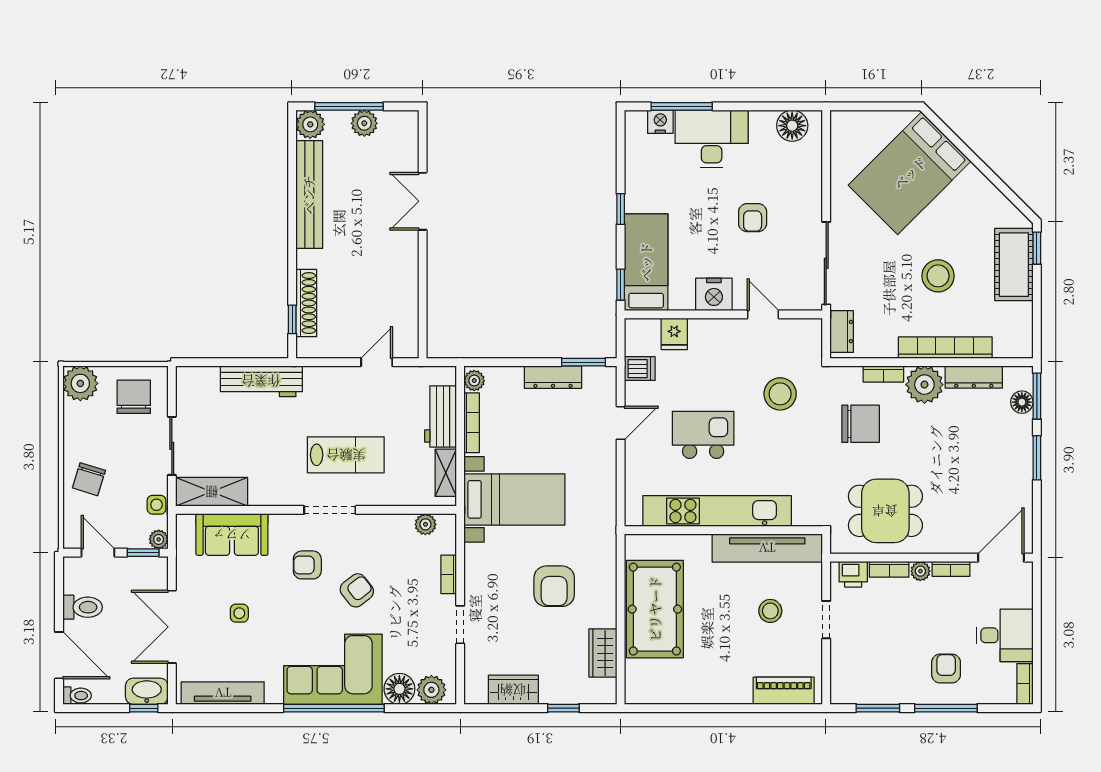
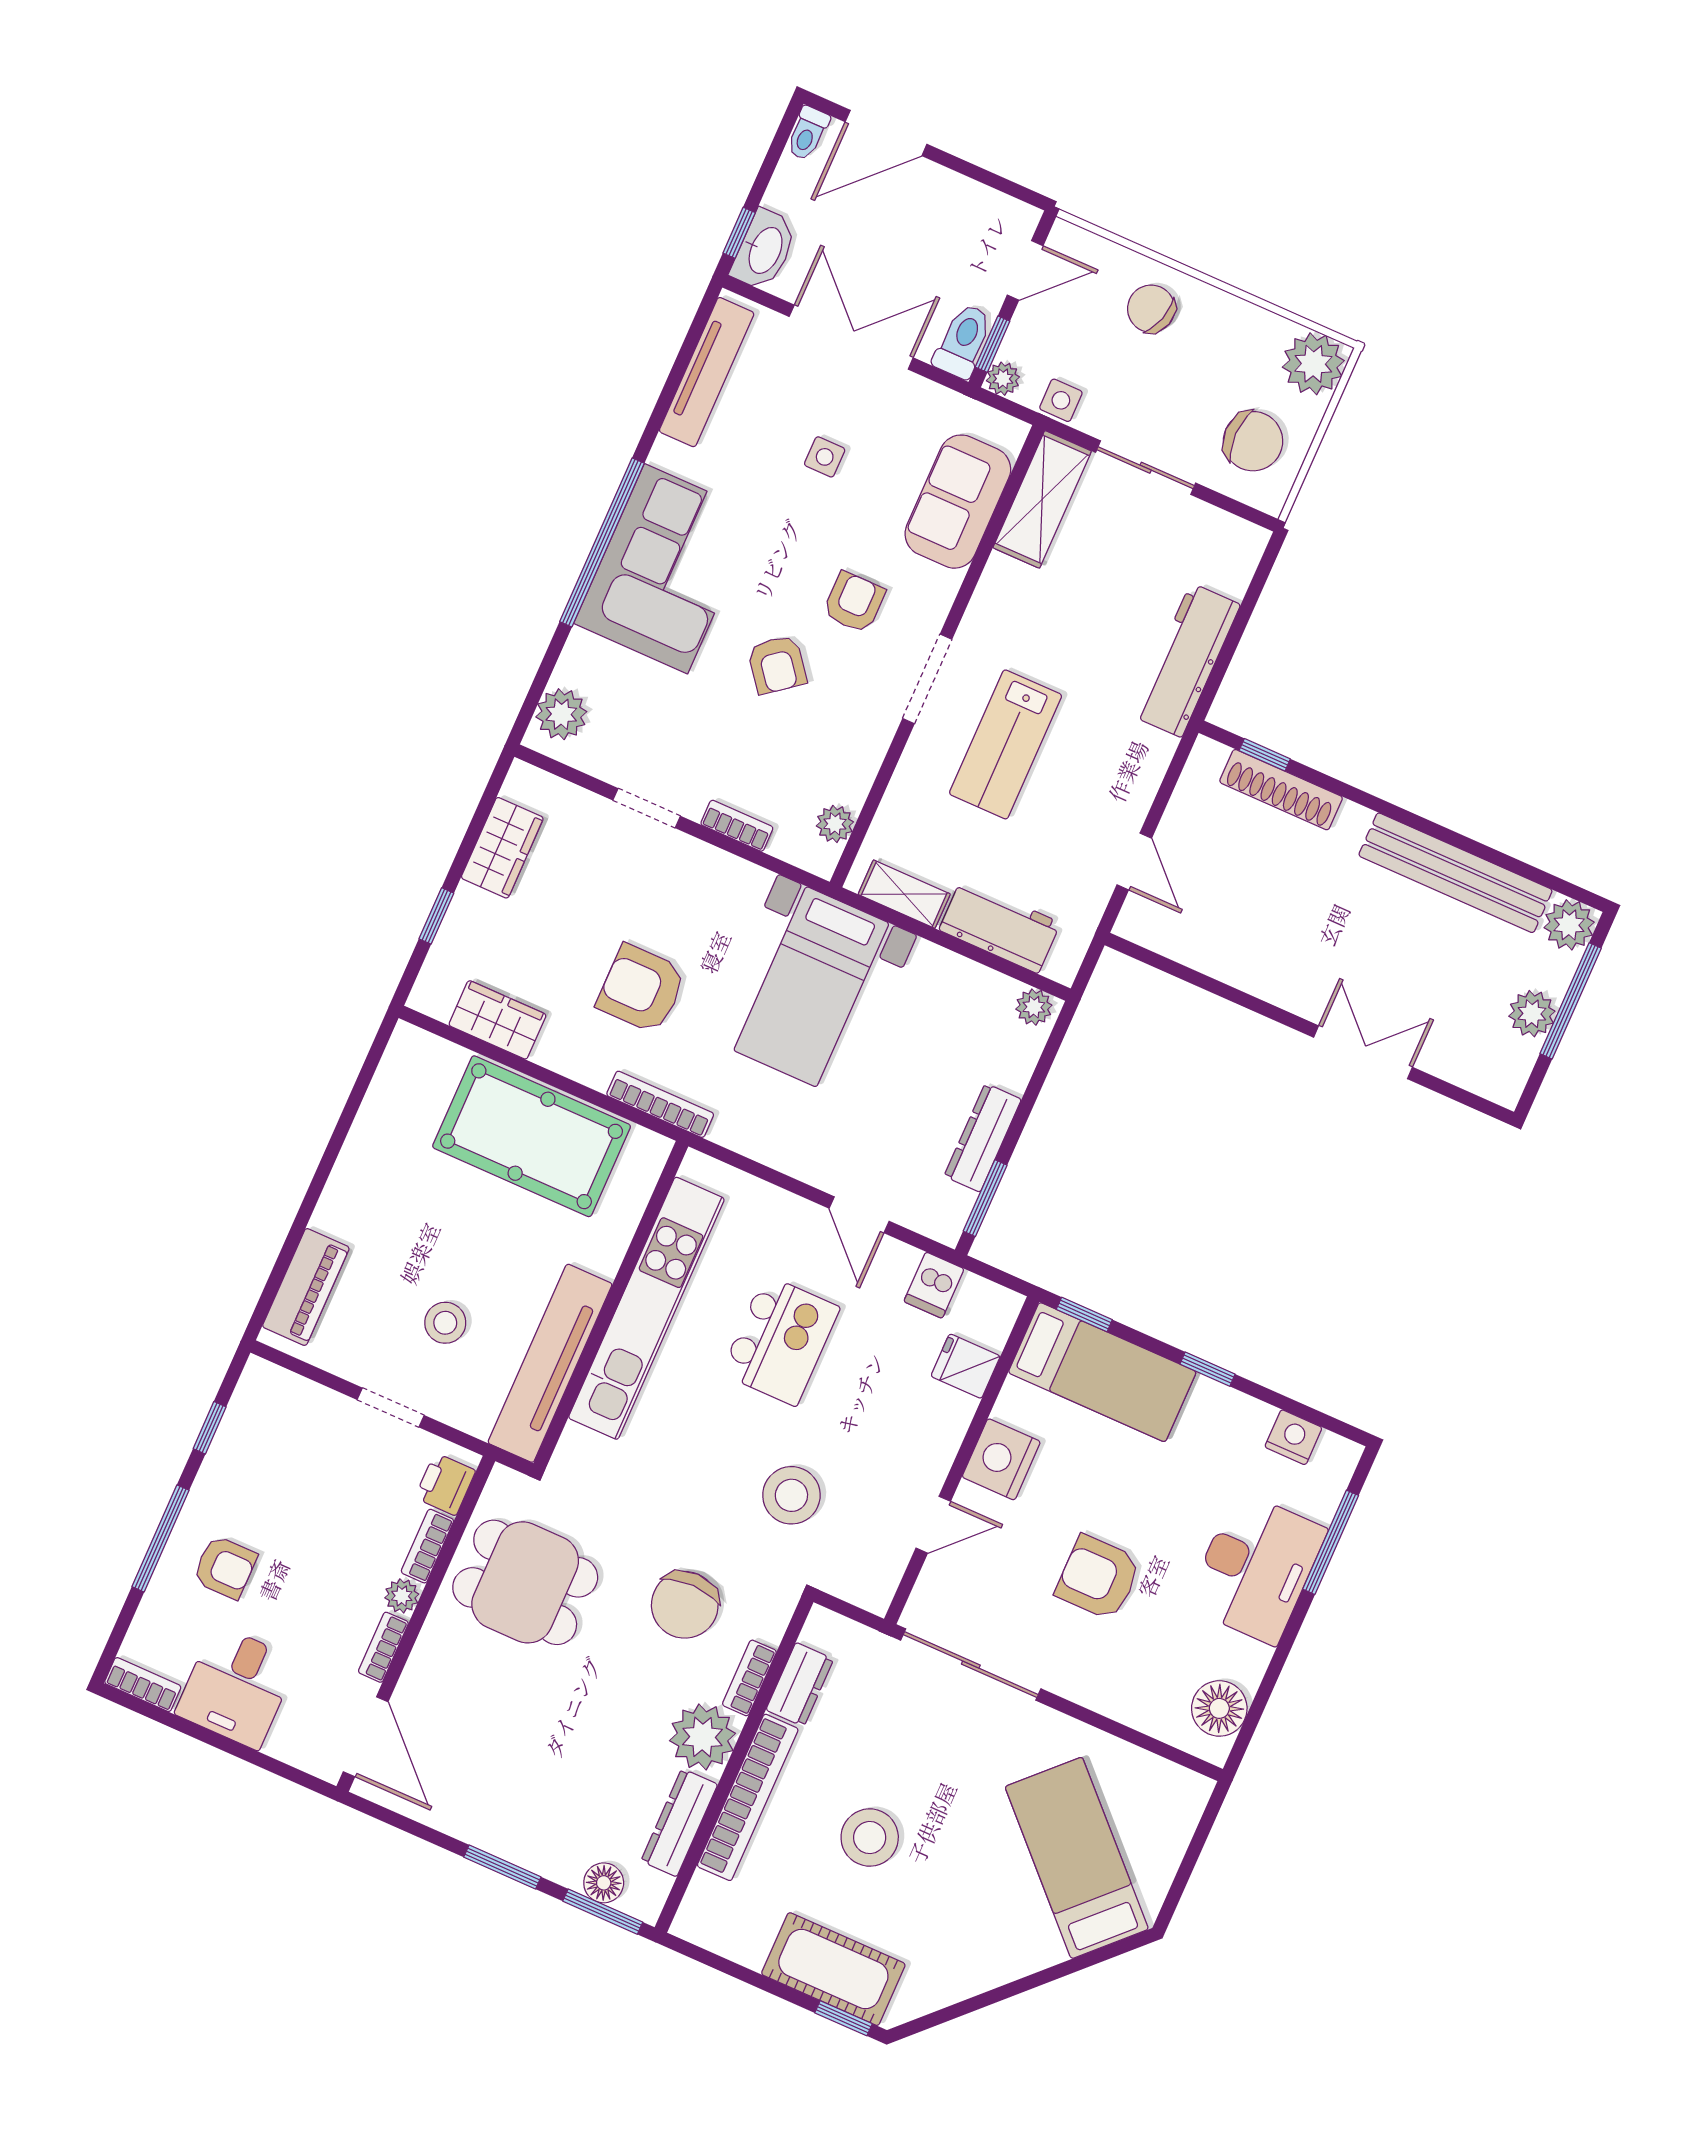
nightstand: (660, 122) -> (1293, 1437), moved, turned -90
bed: (910, 173) -> (1077, 1858), width x0.67
armchair: (753, 218) -> (1098, 1578), width x1.38, depth x1.38
dresser: (842, 332) -> (800, 1684), moved, turned -90
bookcase: (472, 423) -> (660, 1104), moved, turned 180
dining table: (885, 511) -> (525, 1582), turned 90
toilet: (83, 607) -> (963, 341), moved, turned 180
floor lamp: (399, 689) -> (586, 663), removed
window: (878, 708) -> (210, 1428), width x0.67

